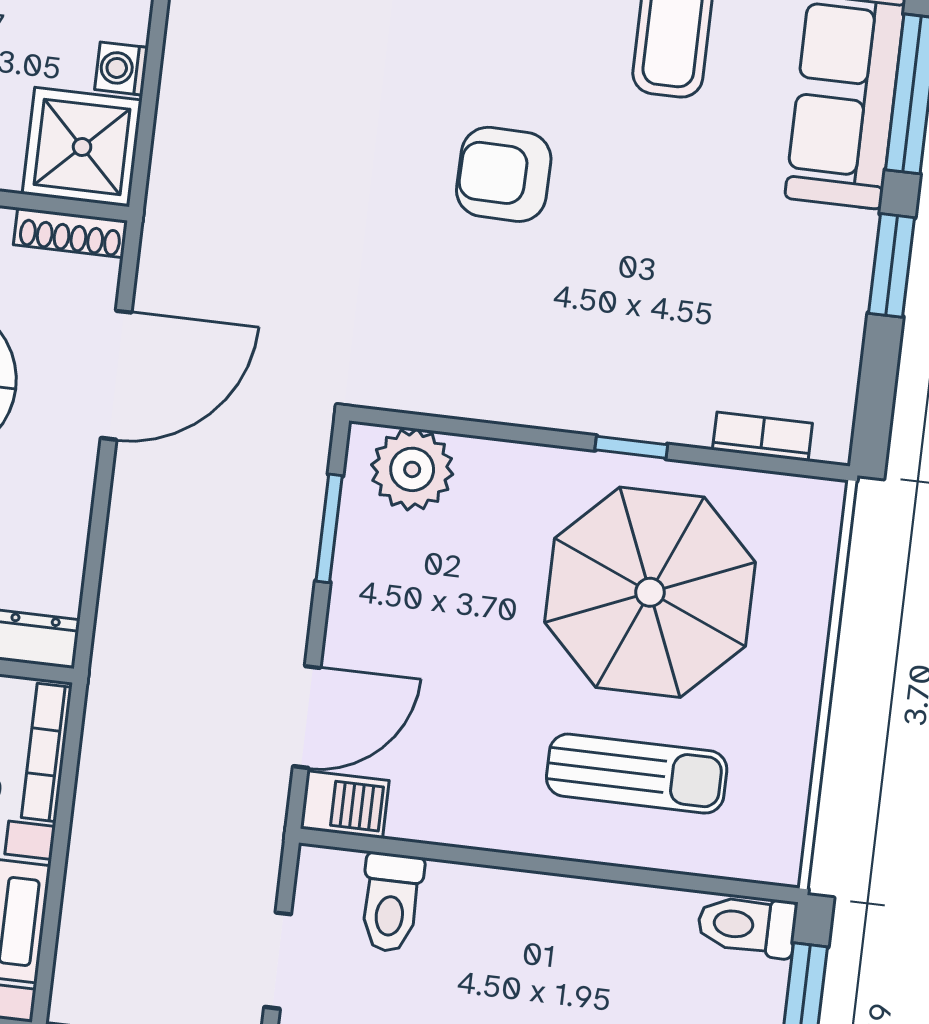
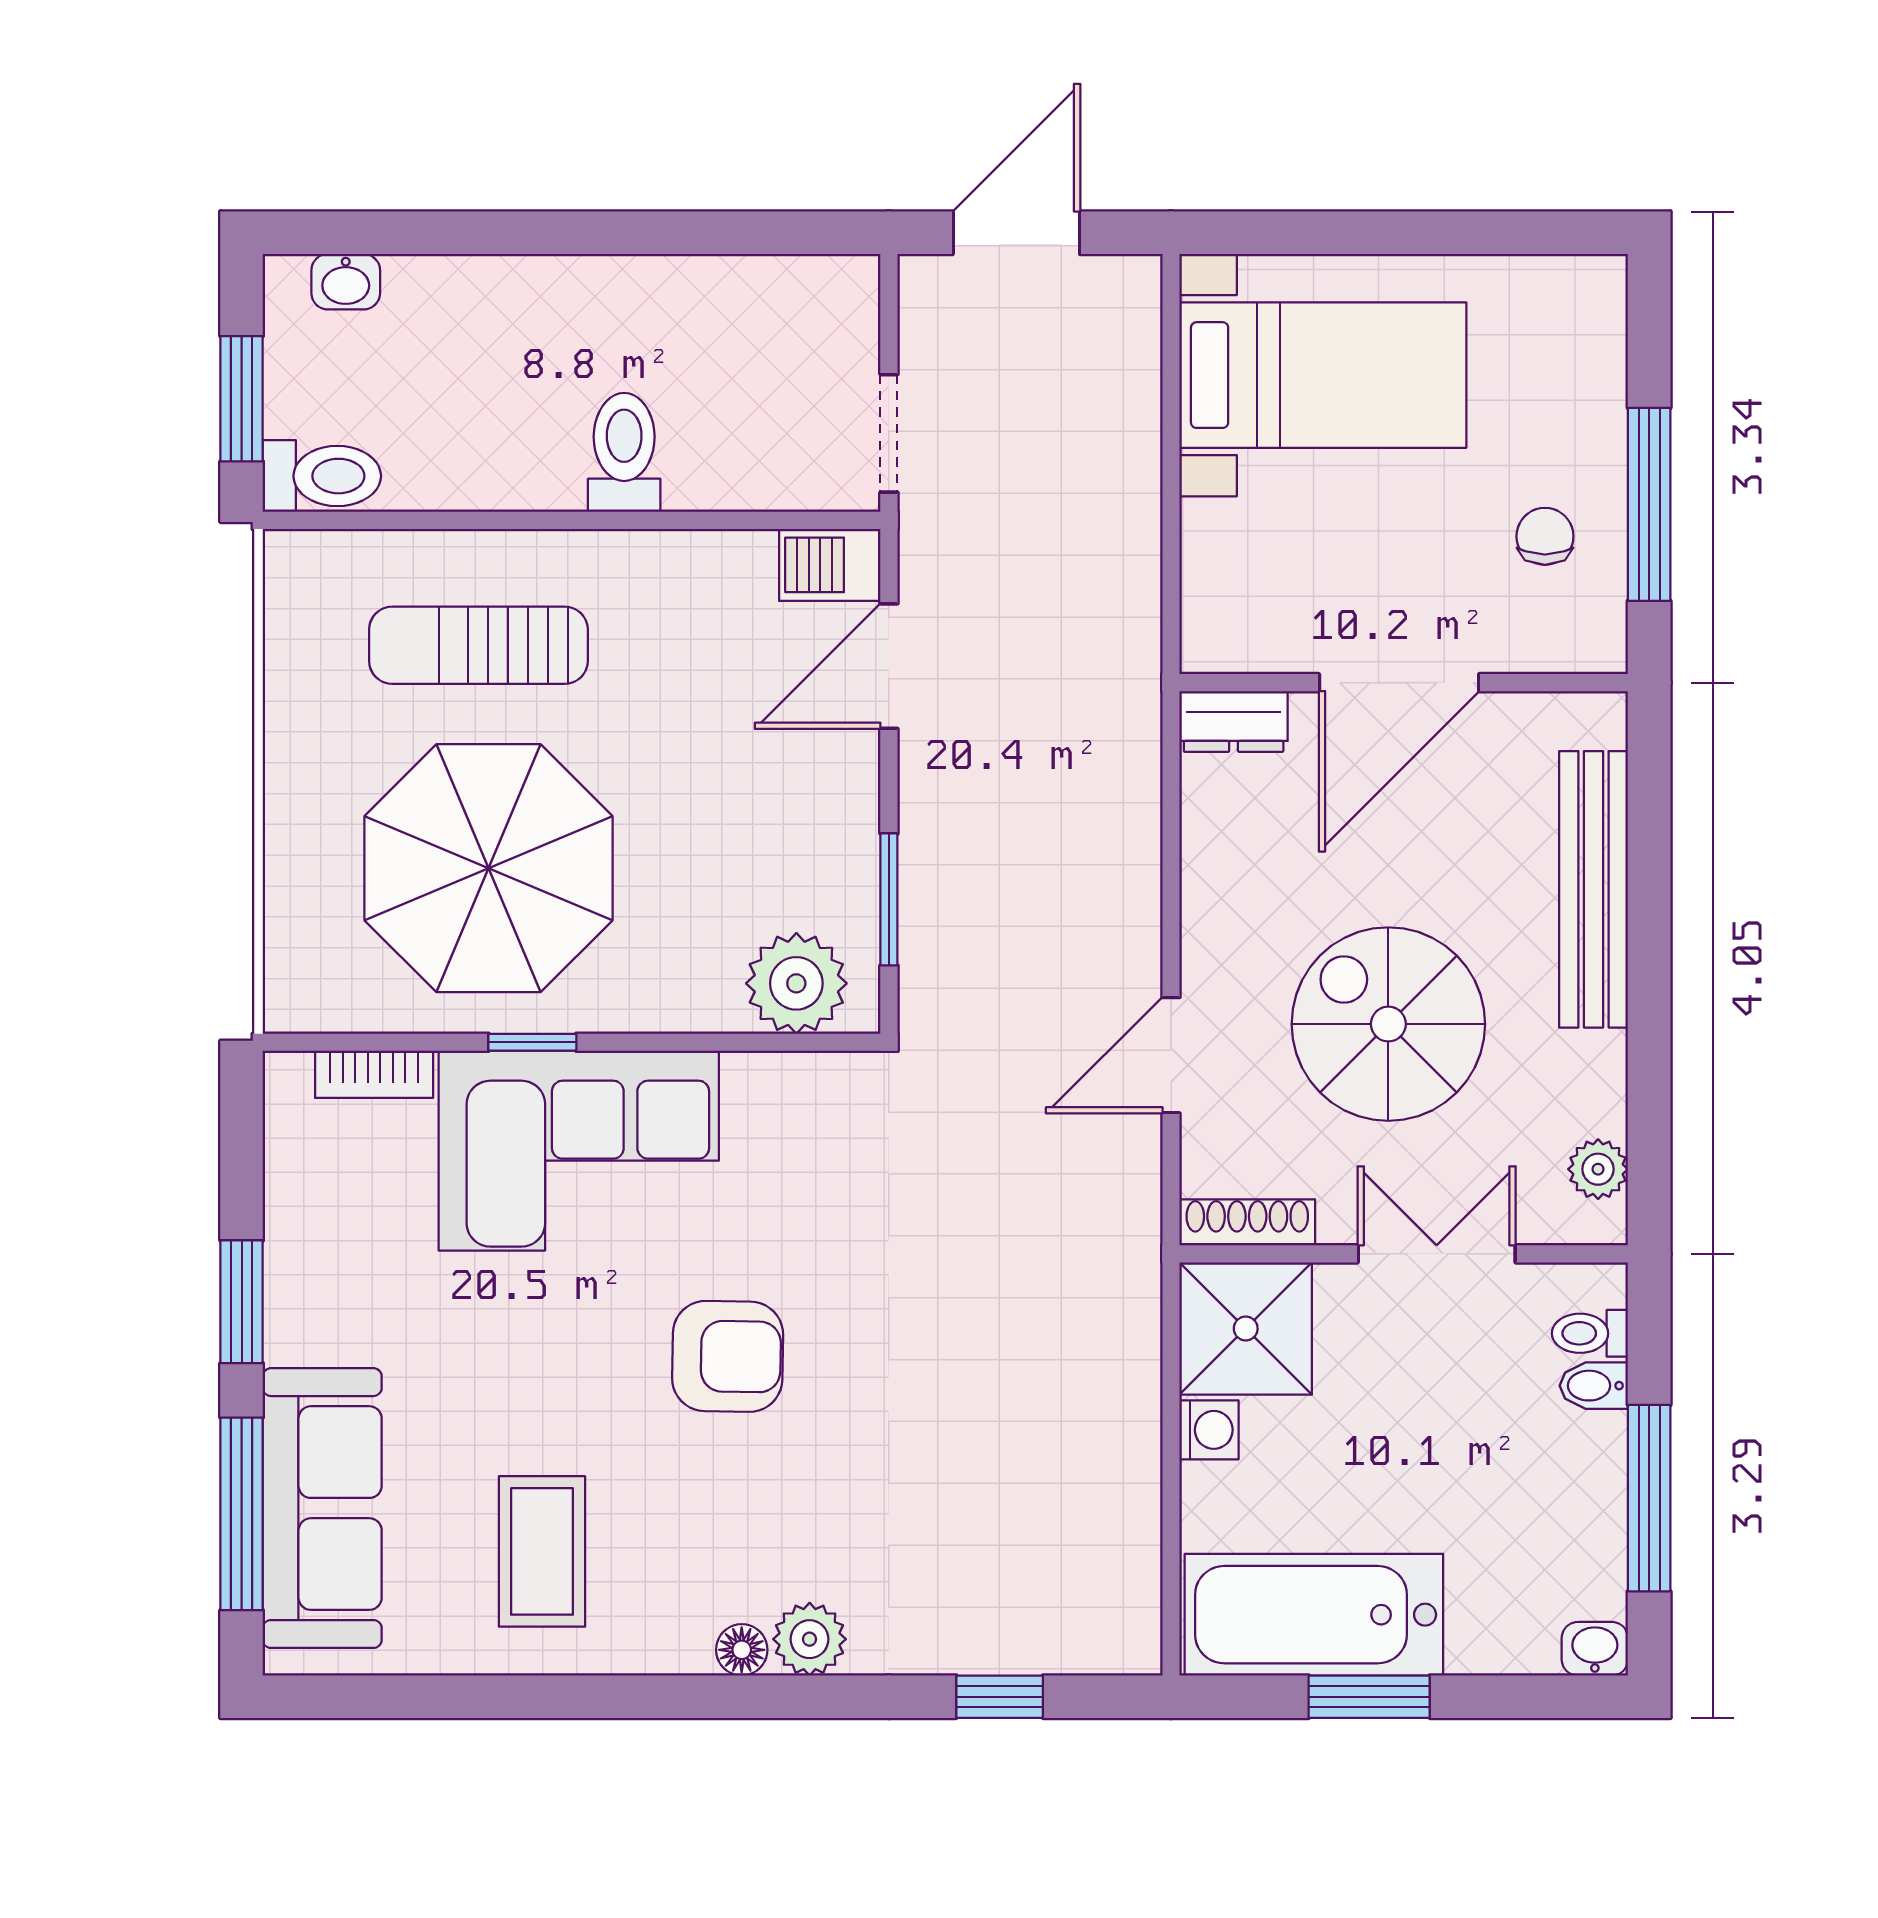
corner sofa: (604, 355) -> (579, 1151), added
door: (116, 375) -> (1171, 1055), width x0.73
bookcase: (47, 752) -> (1201, 585), removed
toilet: (391, 902) -> (624, 452), moved
doorway: (278, 961) -> (889, 433), moved

